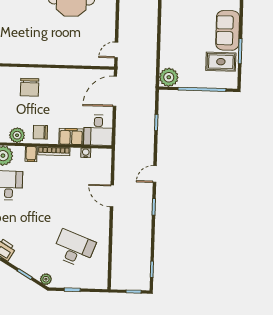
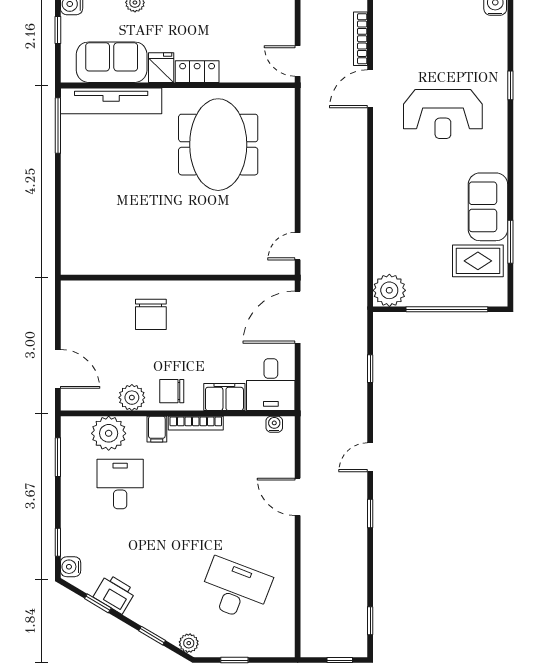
water cooler: (86, 153) -> (274, 424), moved

